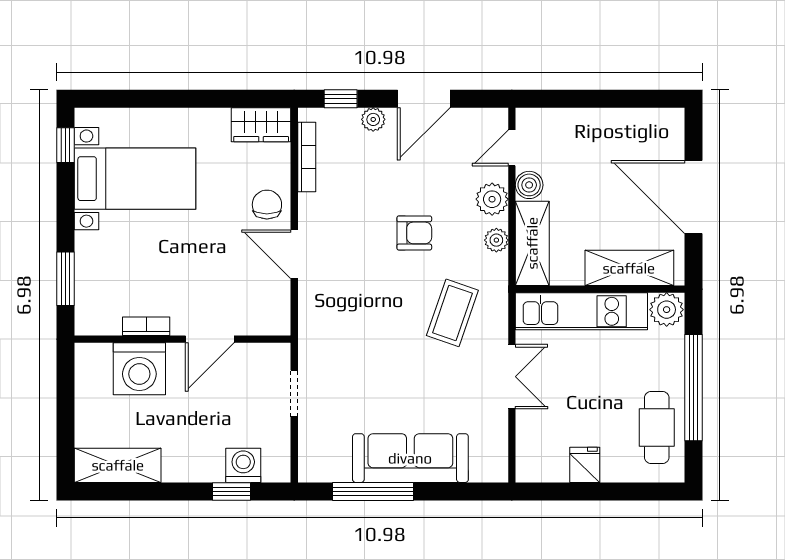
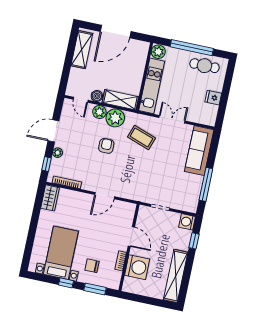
door: (424, 99) -> (53, 131), swing flipped
window: (66, 145) -> (66, 283), moved
chair: (267, 205) -> (92, 266), moved
plant: (496, 240) -> (115, 118), width x1.87, depth x1.87
shelving: (629, 268) -> (82, 50), moved
sofa: (410, 458) -> (199, 151), moved
shelving: (118, 465) -> (176, 276), width x1.47
washing machine: (243, 465) -> (187, 222), moved

